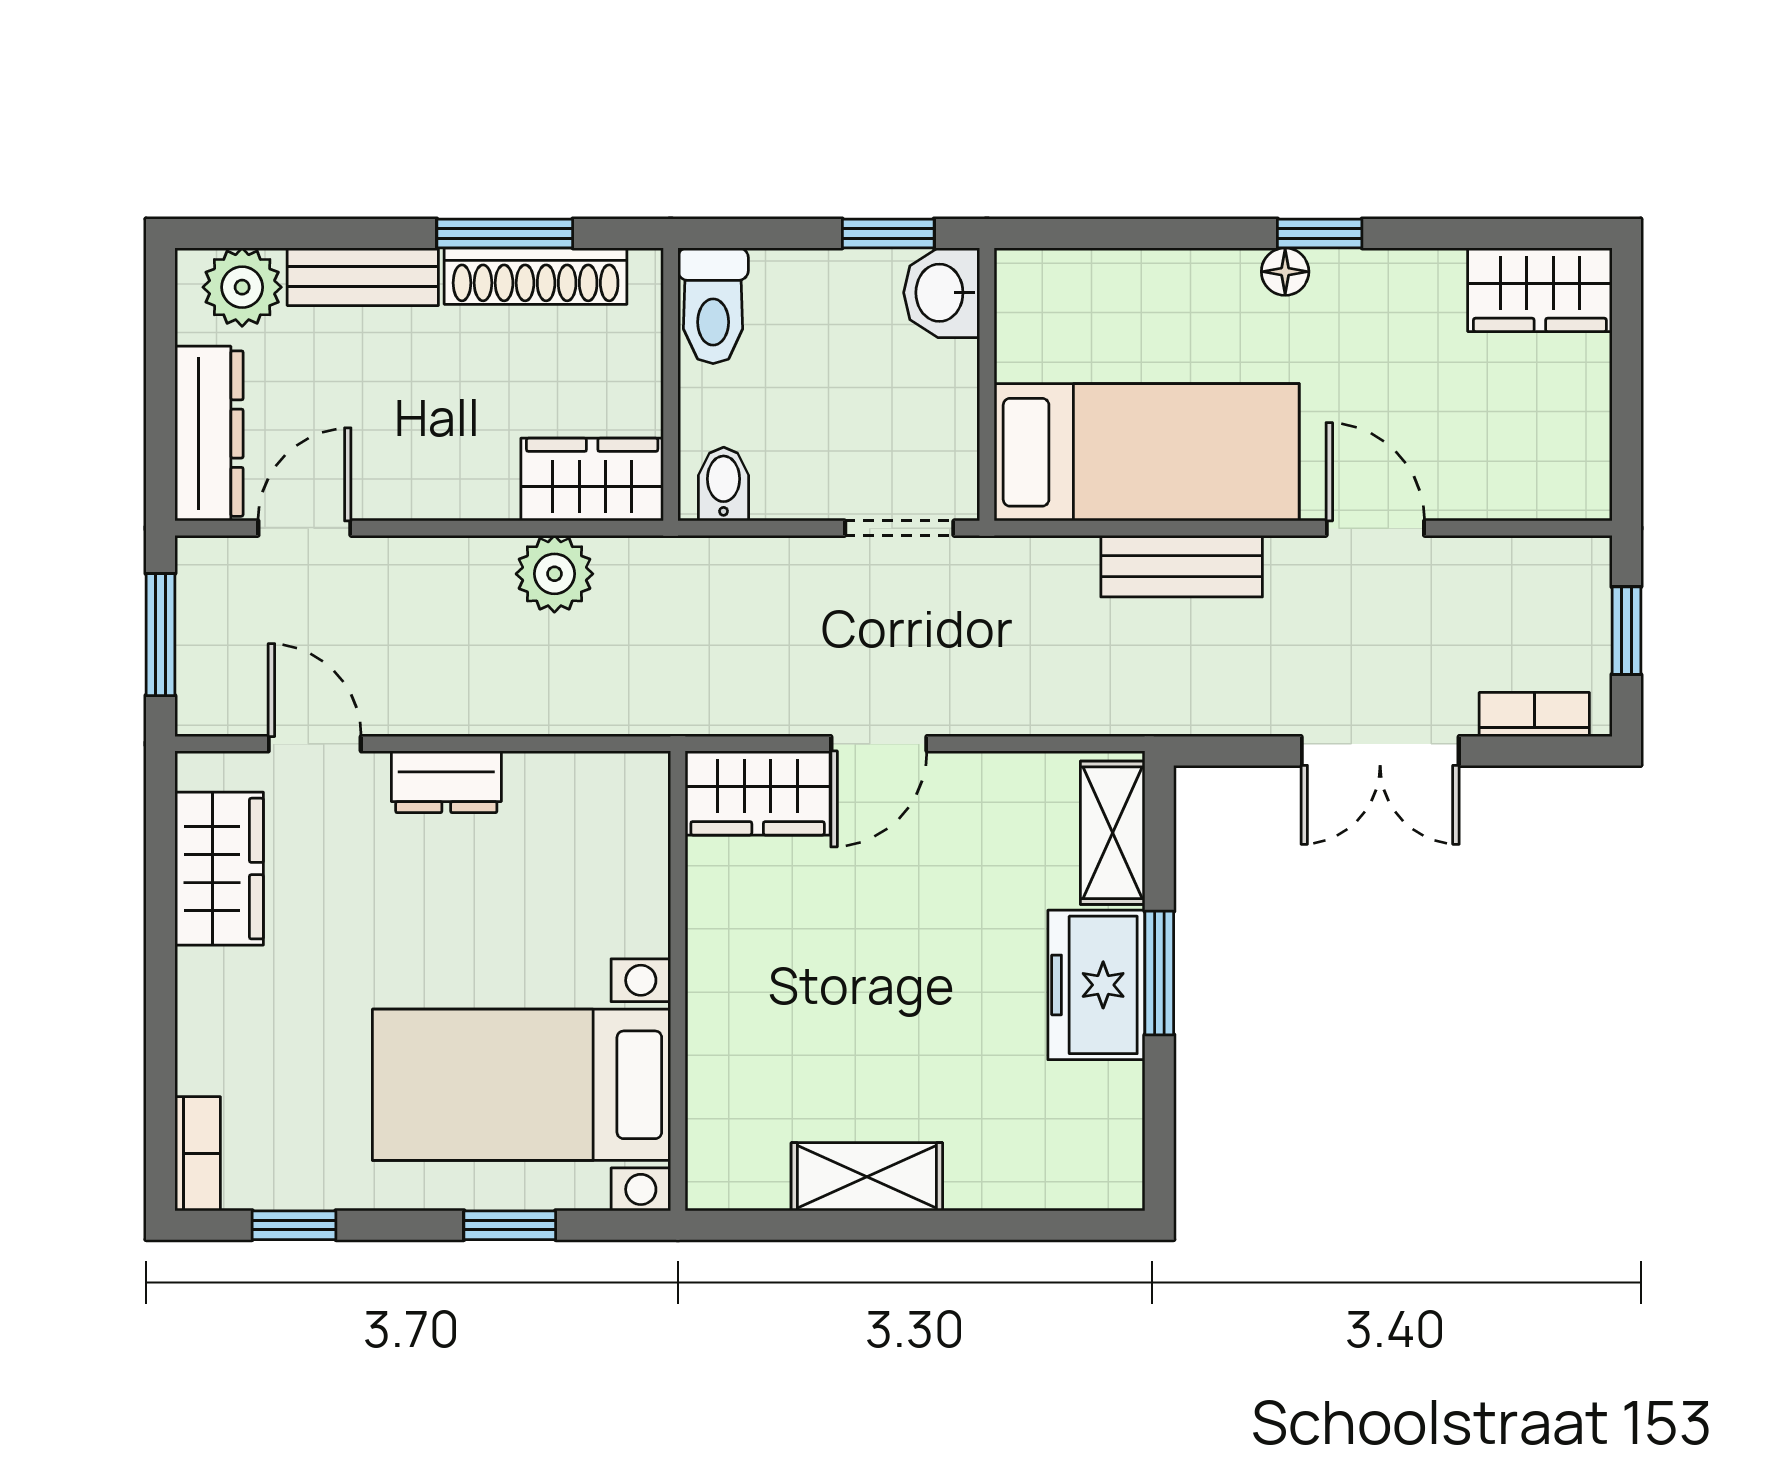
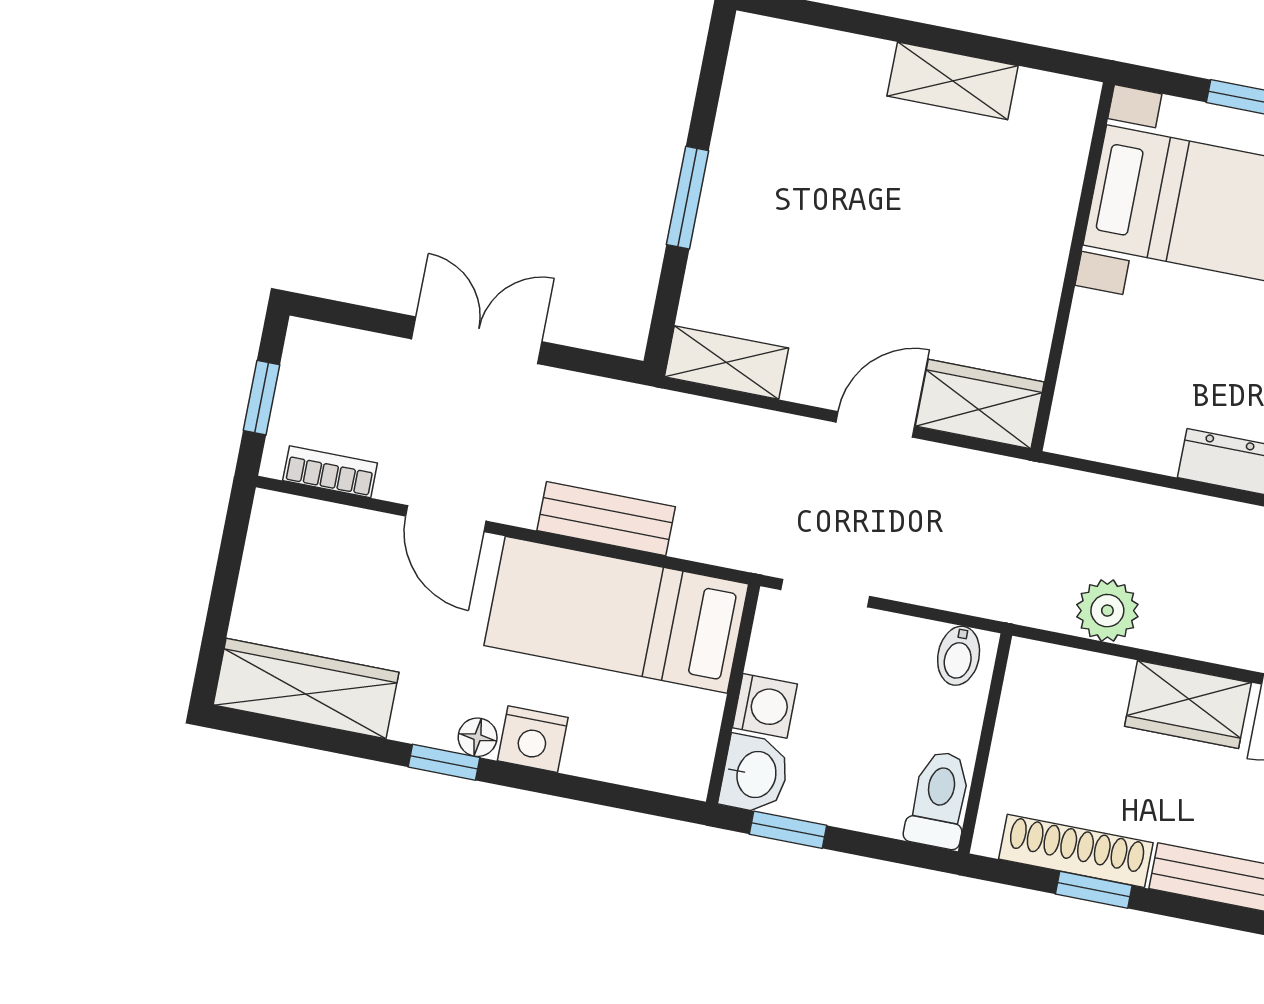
window: (505, 233) -> (1094, 890), width x0.67
nightstand: (1218, 282) -> (533, 739), added
wardrobe: (1540, 290) -> (306, 689), width x1.50
washing machine: (946, 378) -> (765, 706), added
wardrobe: (592, 480) -> (1188, 704), moved
bookcase: (1534, 714) -> (330, 472), moved, turned 180
shelving: (1113, 833) -> (726, 362), moved, turned 90
freezer: (1096, 985) -> (740, 198), removed

